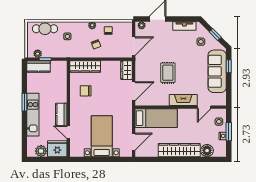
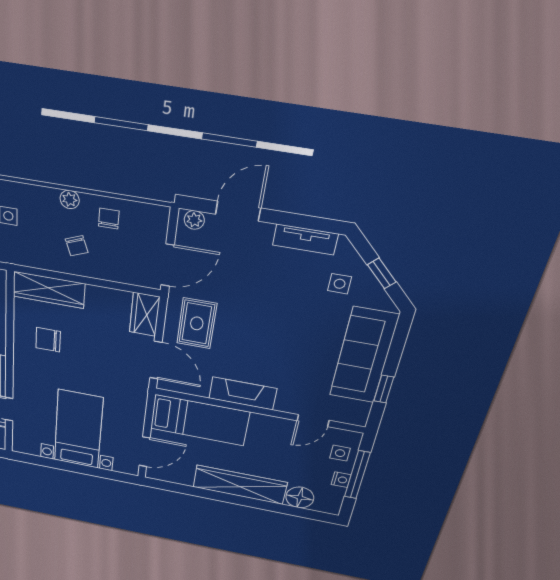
window: (229, 66) -> (384, 389), moved
rug: (168, 73) -> (197, 323), moved
door: (134, 91) -> (156, 360), hinge flipped
fireplace: (183, 100) -> (243, 393), moved
window: (229, 132) -> (357, 475), width x1.44

